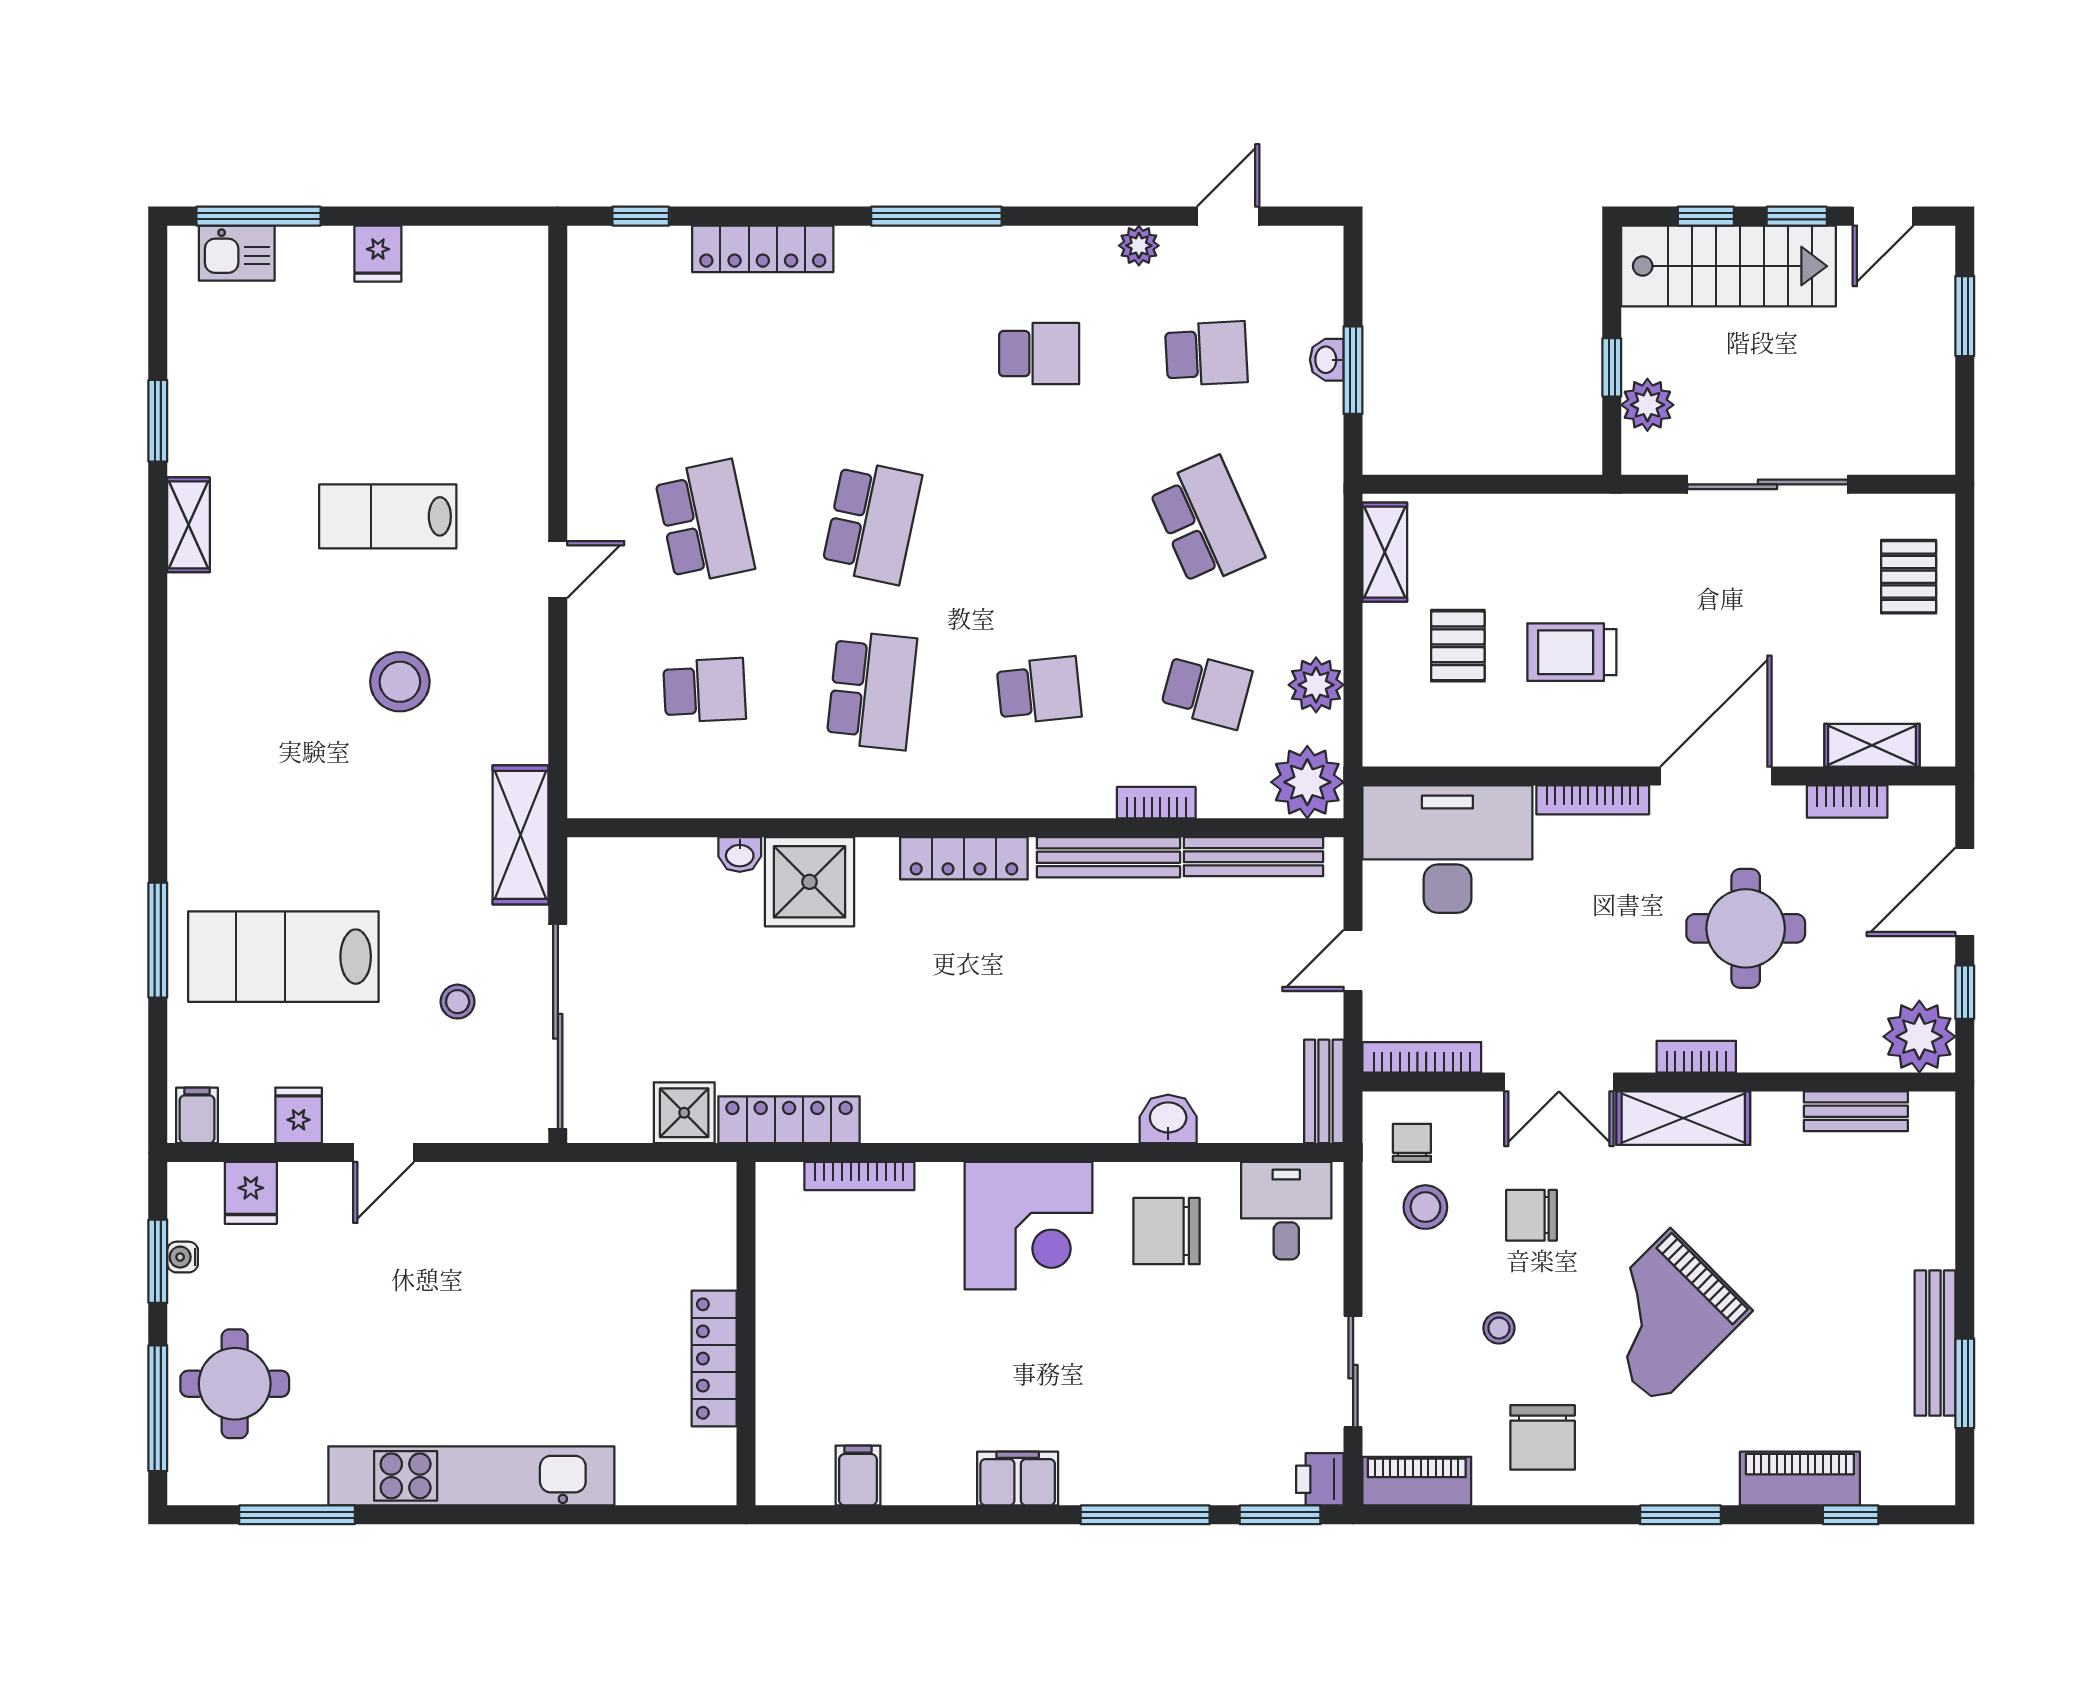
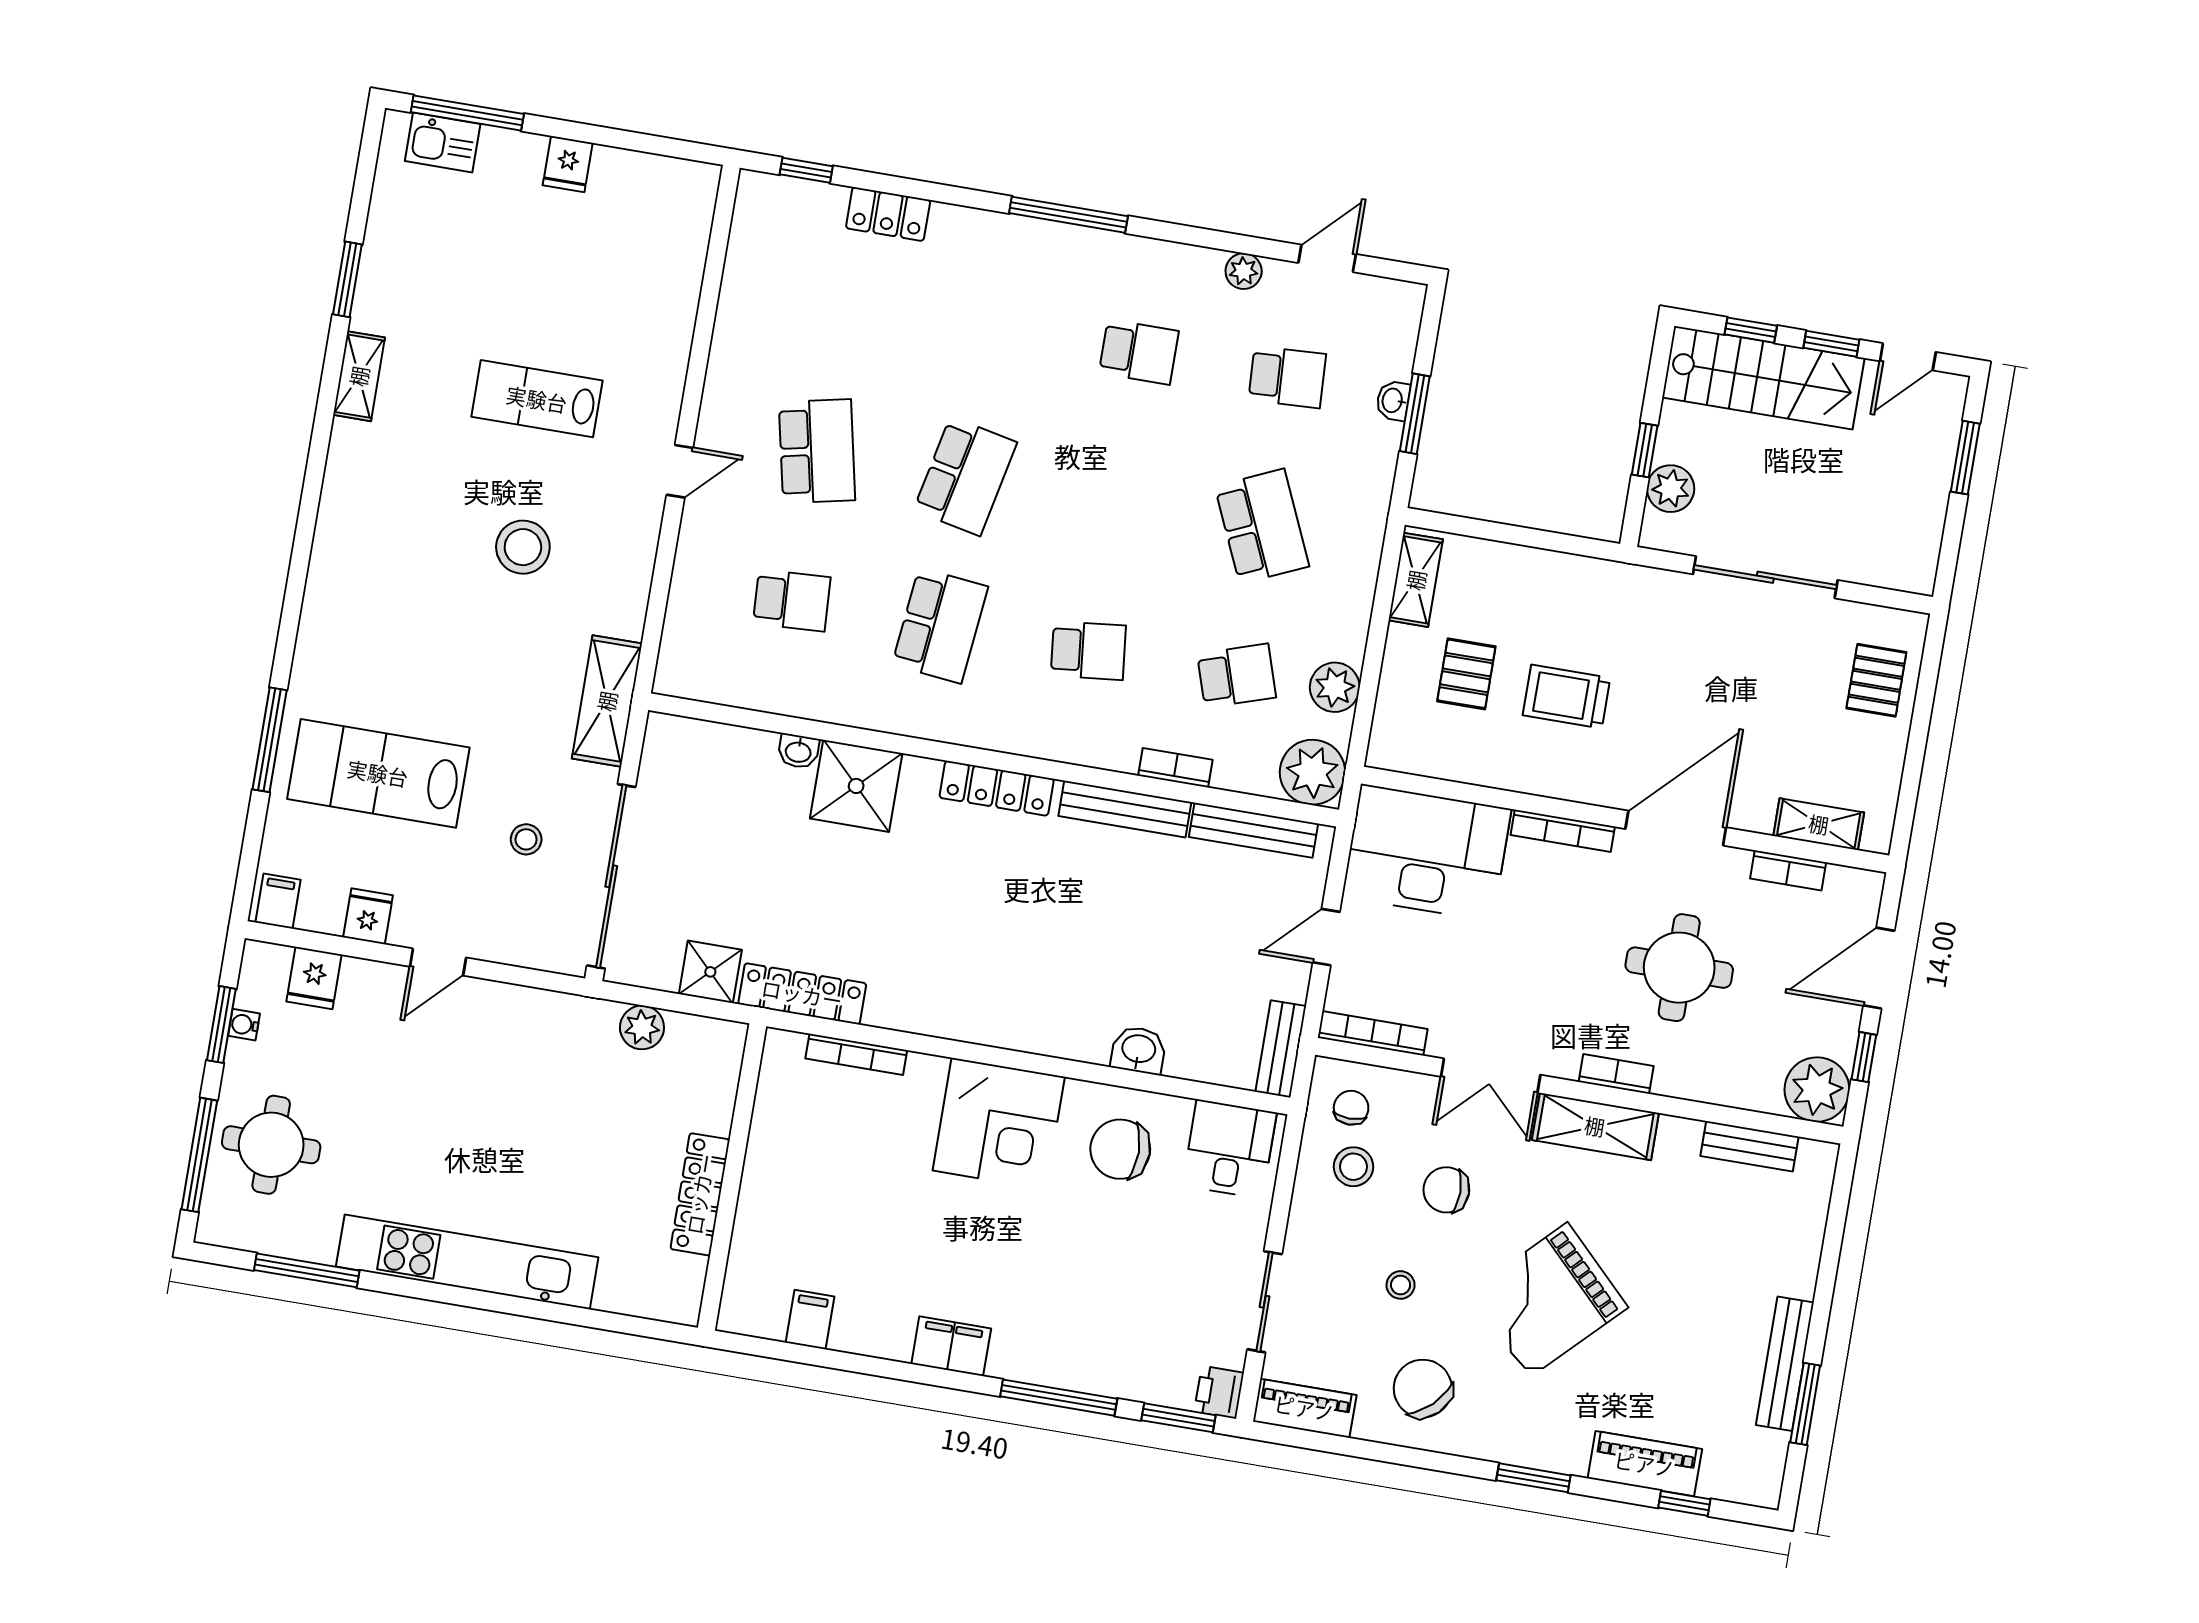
locker: (763, 249) -> (888, 214), width x0.66
school desk: (1206, 690) -> (1237, 676), turned -33
plant: (620, 1186) -> (642, 1027), added
chair: (1543, 1437) -> (1423, 1389), turned 136

